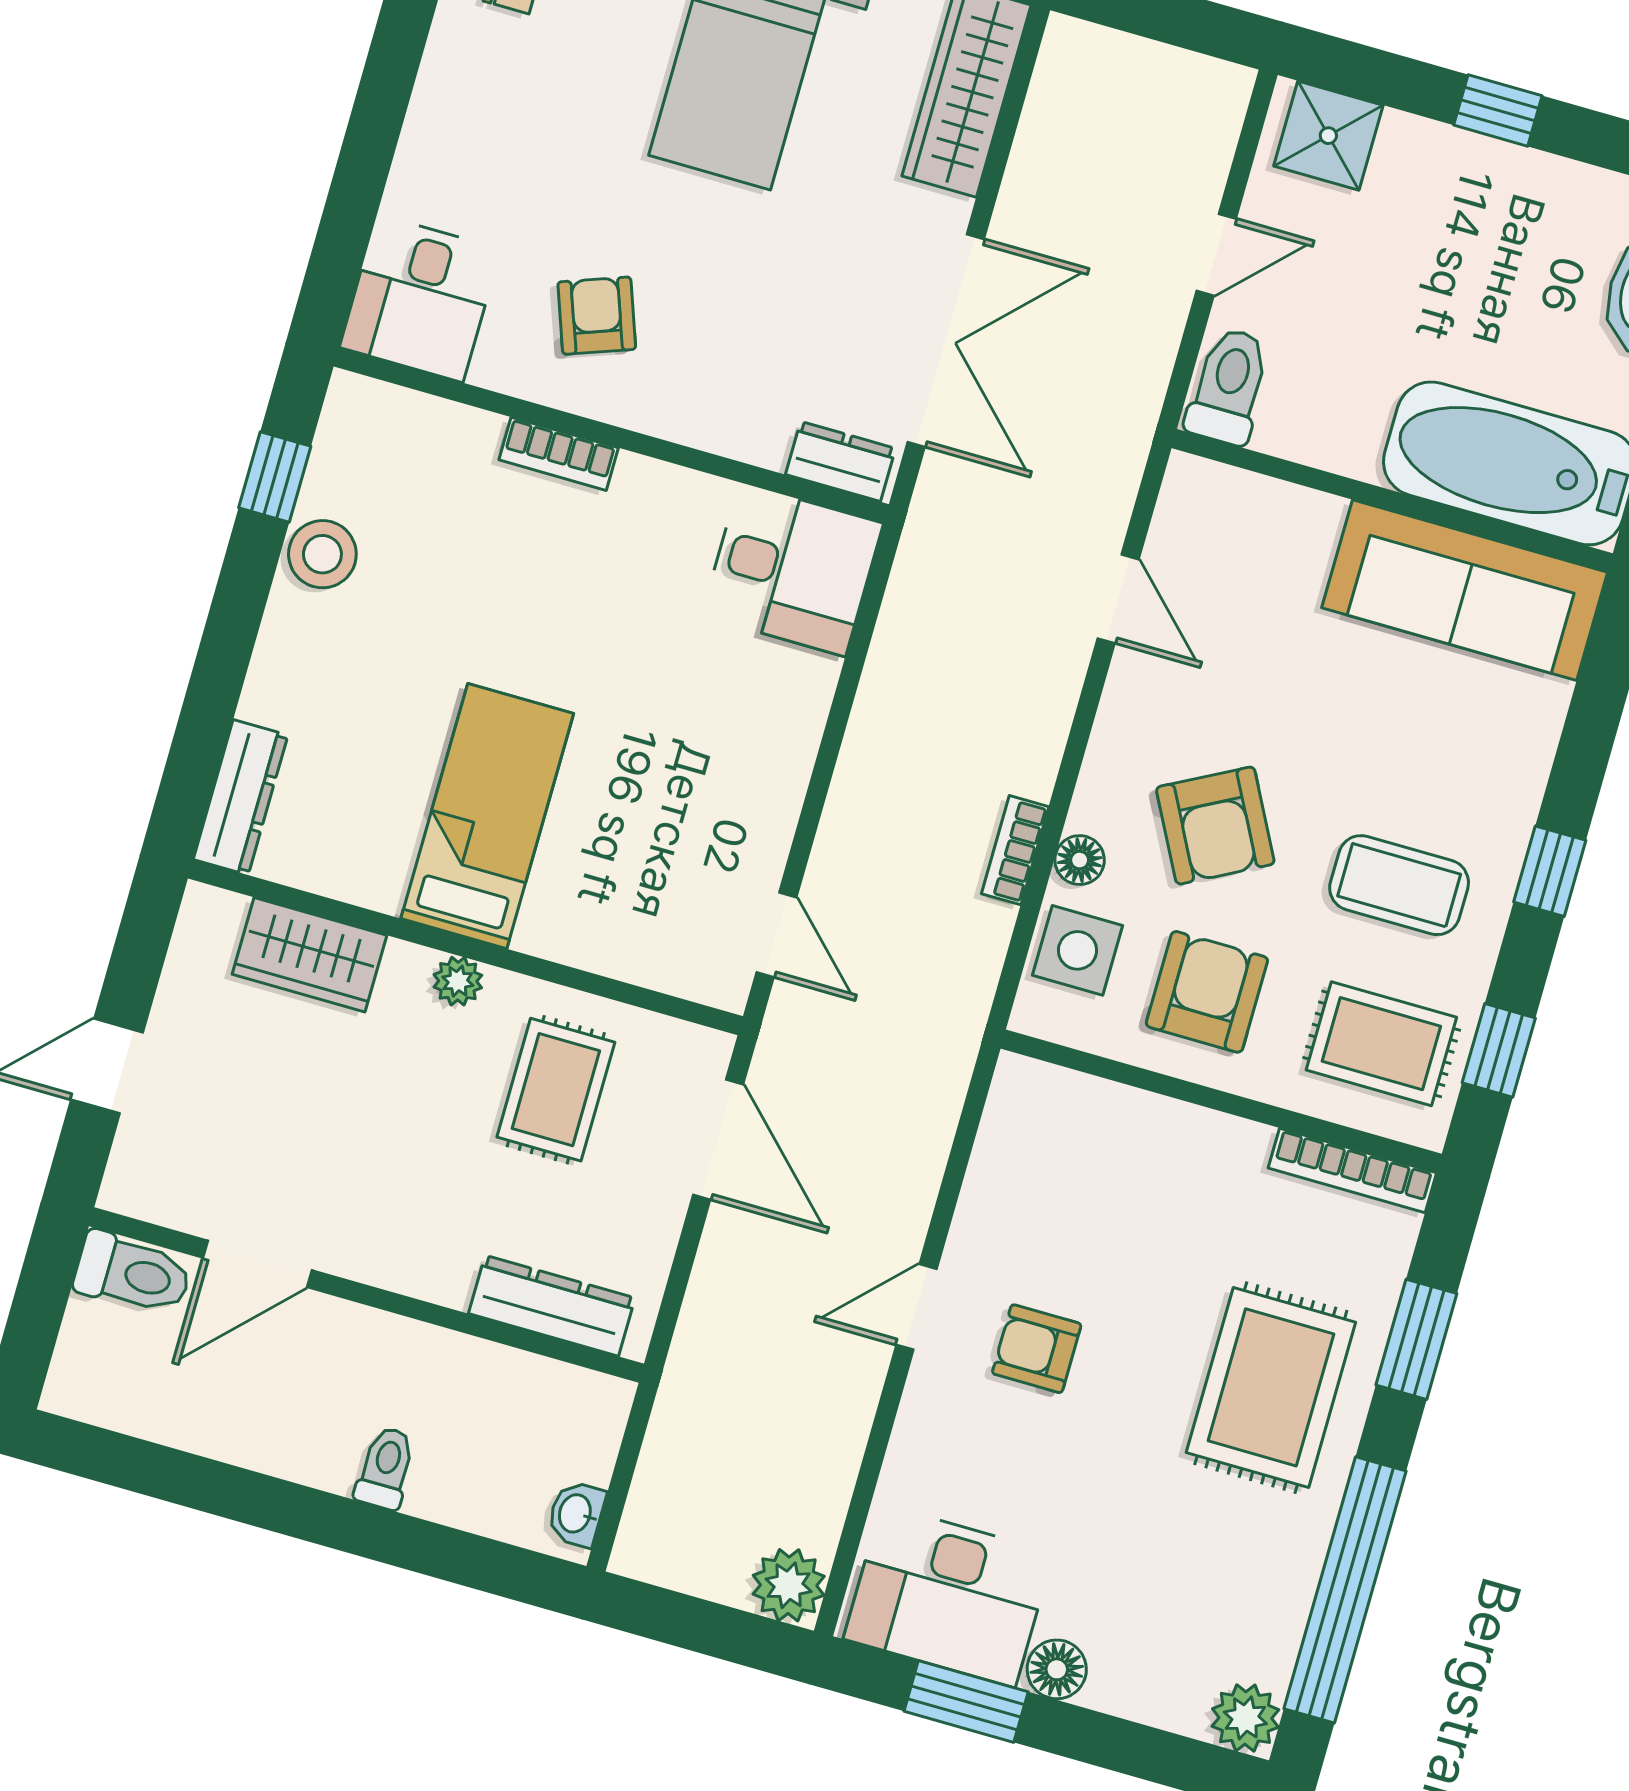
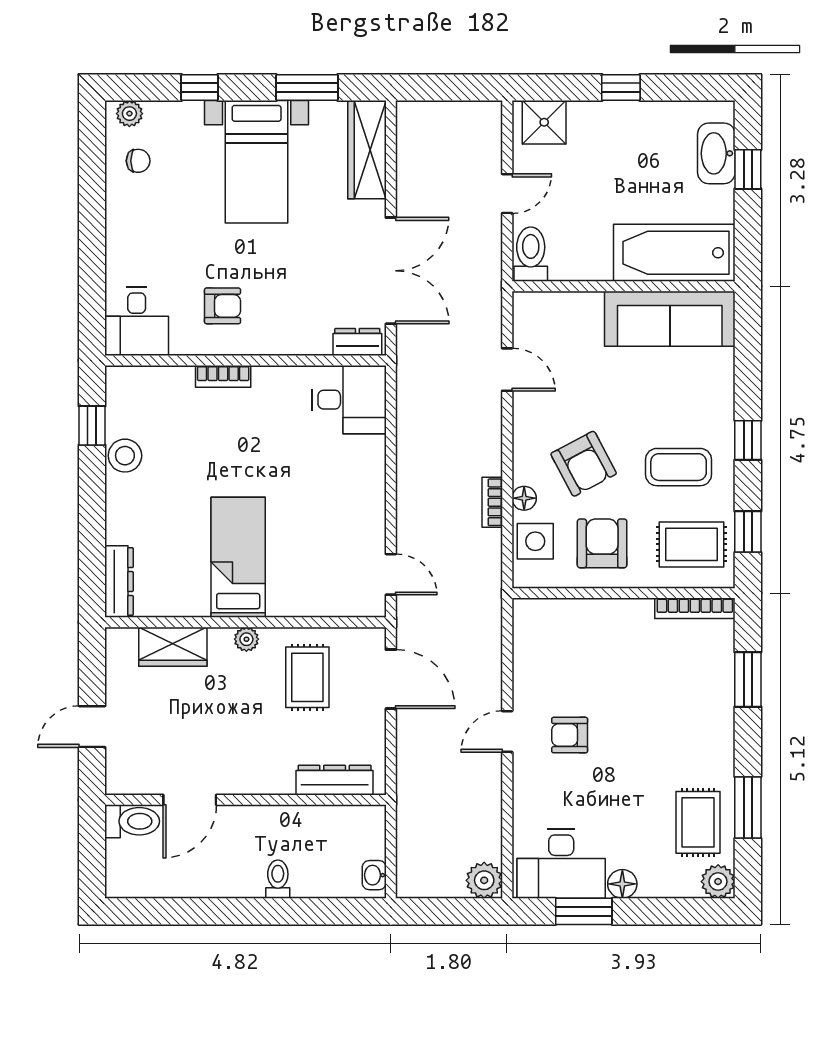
armchair: (597, 316) -> (223, 306), turned 110
rug: (1271, 1387) -> (698, 822), moved, width x0.73, depth x0.70
window: (1345, 1590) -> (748, 808), width x0.47

